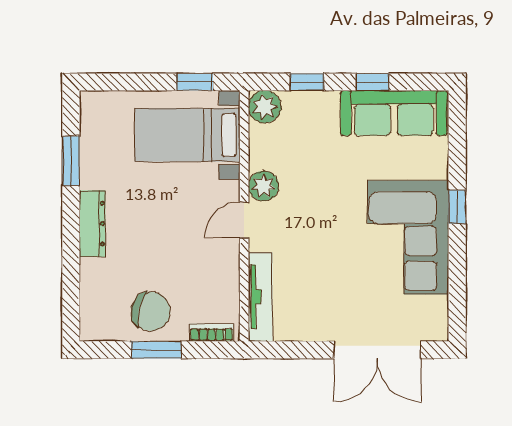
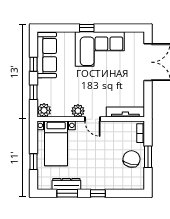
window: (195, 82) -> (33, 162), moved
dresser: (92, 224) -> (66, 184), moved
window: (71, 233) -> (98, 193), added

